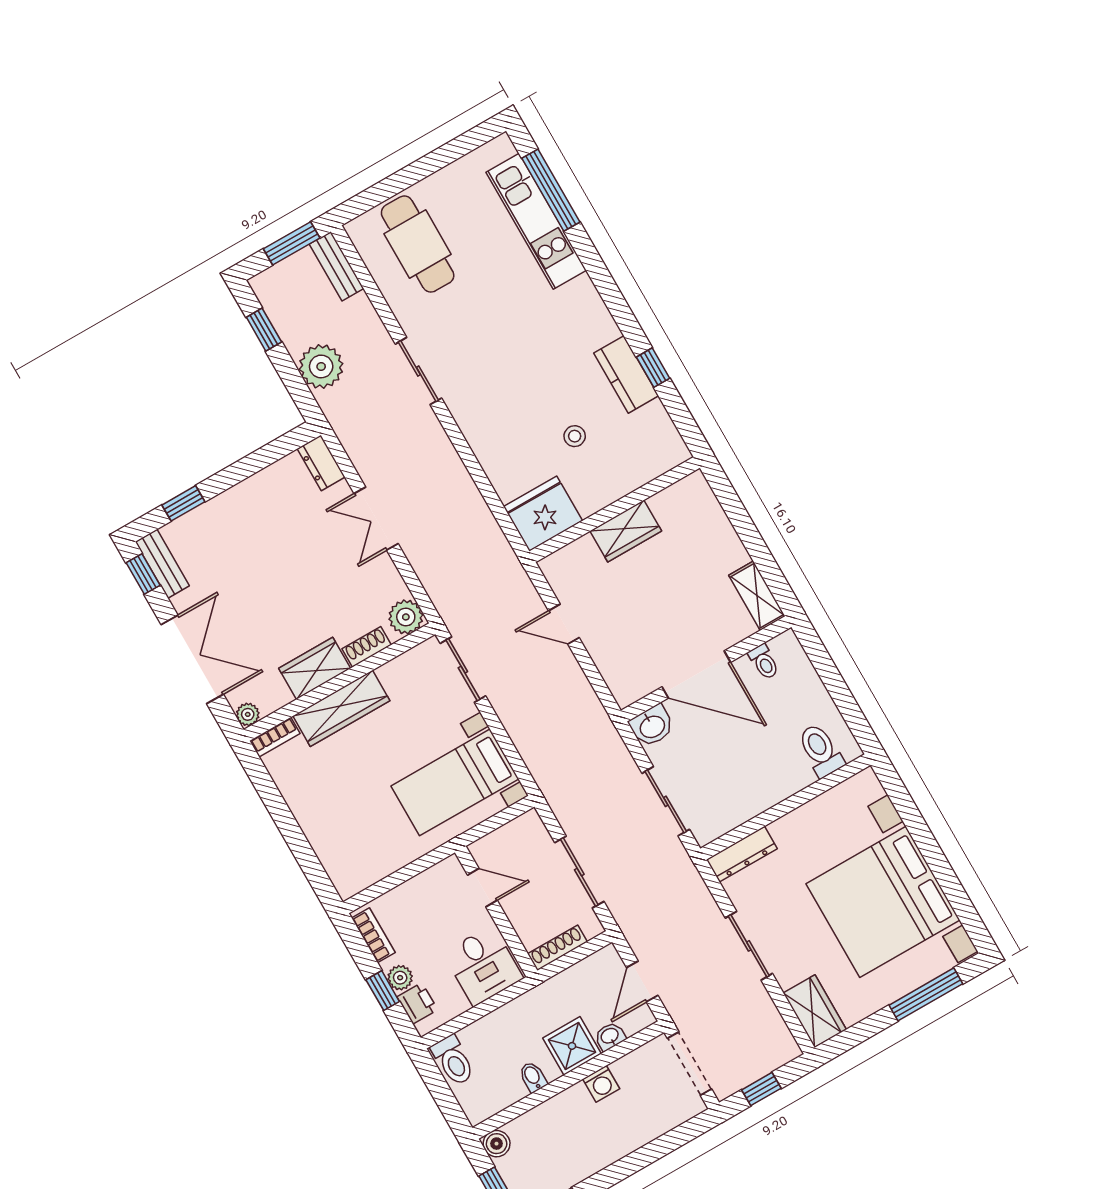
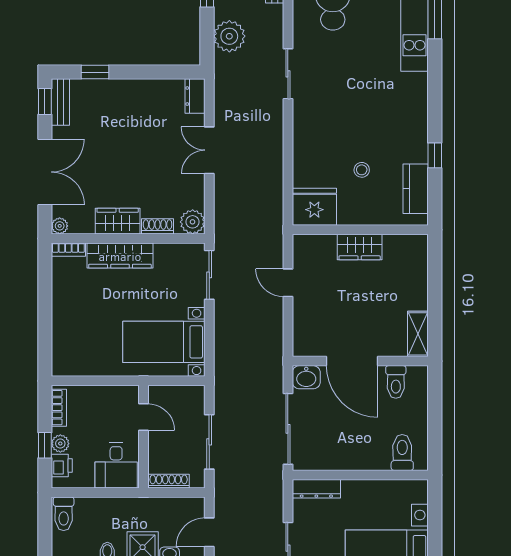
kitchen counter: (626, 374) -> (416, 189), moved
toilet: (764, 662) -> (396, 382), width x1.37, depth x1.39
sliding door: (666, 801) -> (288, 429), width x1.37

